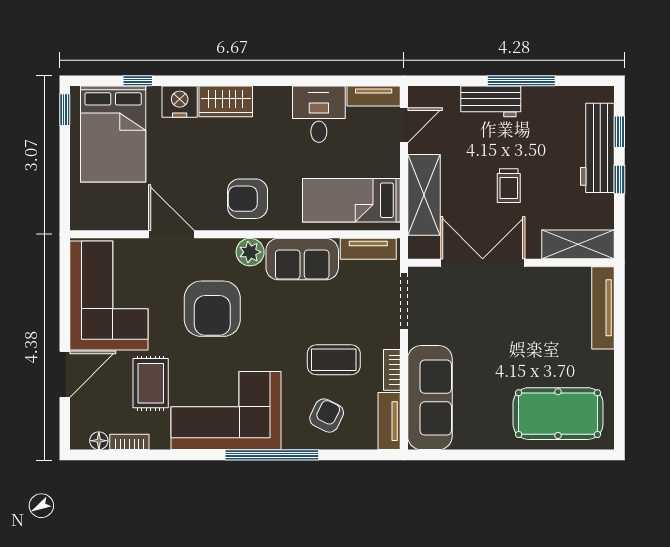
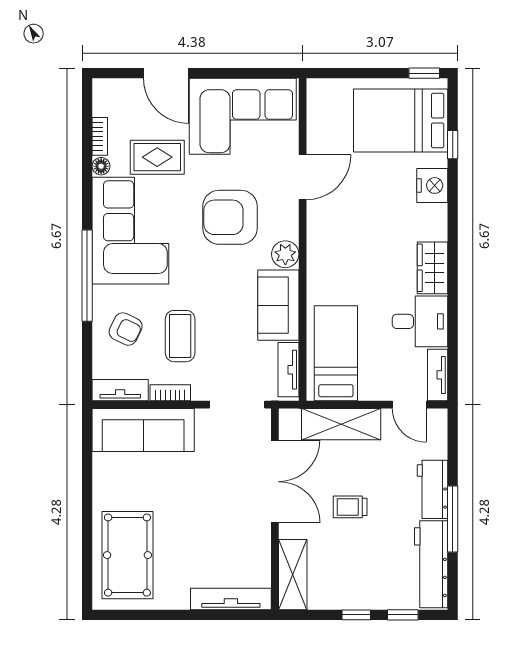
wardrobe: (226, 101) -> (432, 268), moved
workbench: (597, 148) -> (431, 564), moved, turned -90
armchair: (248, 199) -> (337, 252), removed
floor lamp: (99, 441) -> (101, 166), moved

